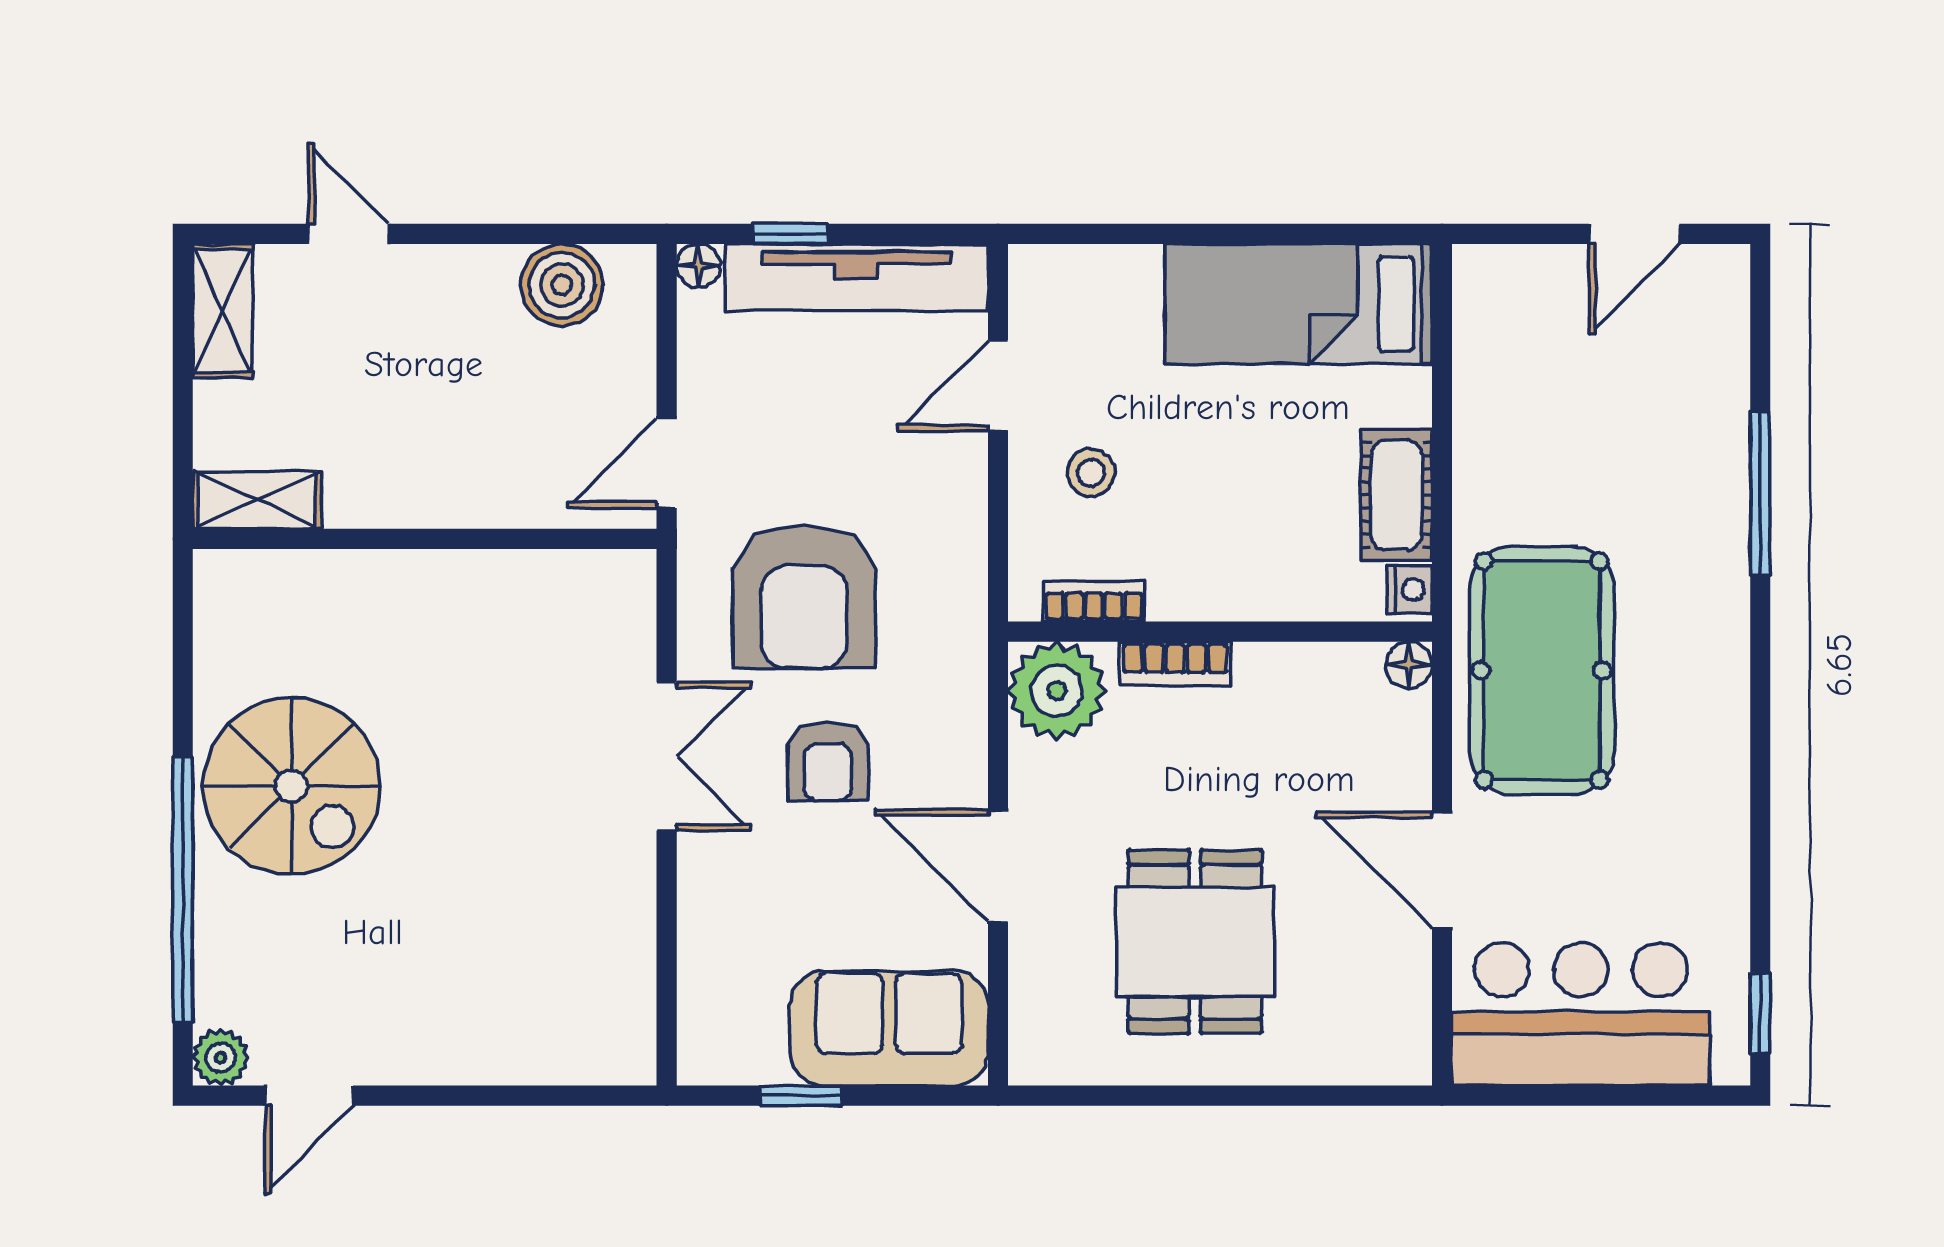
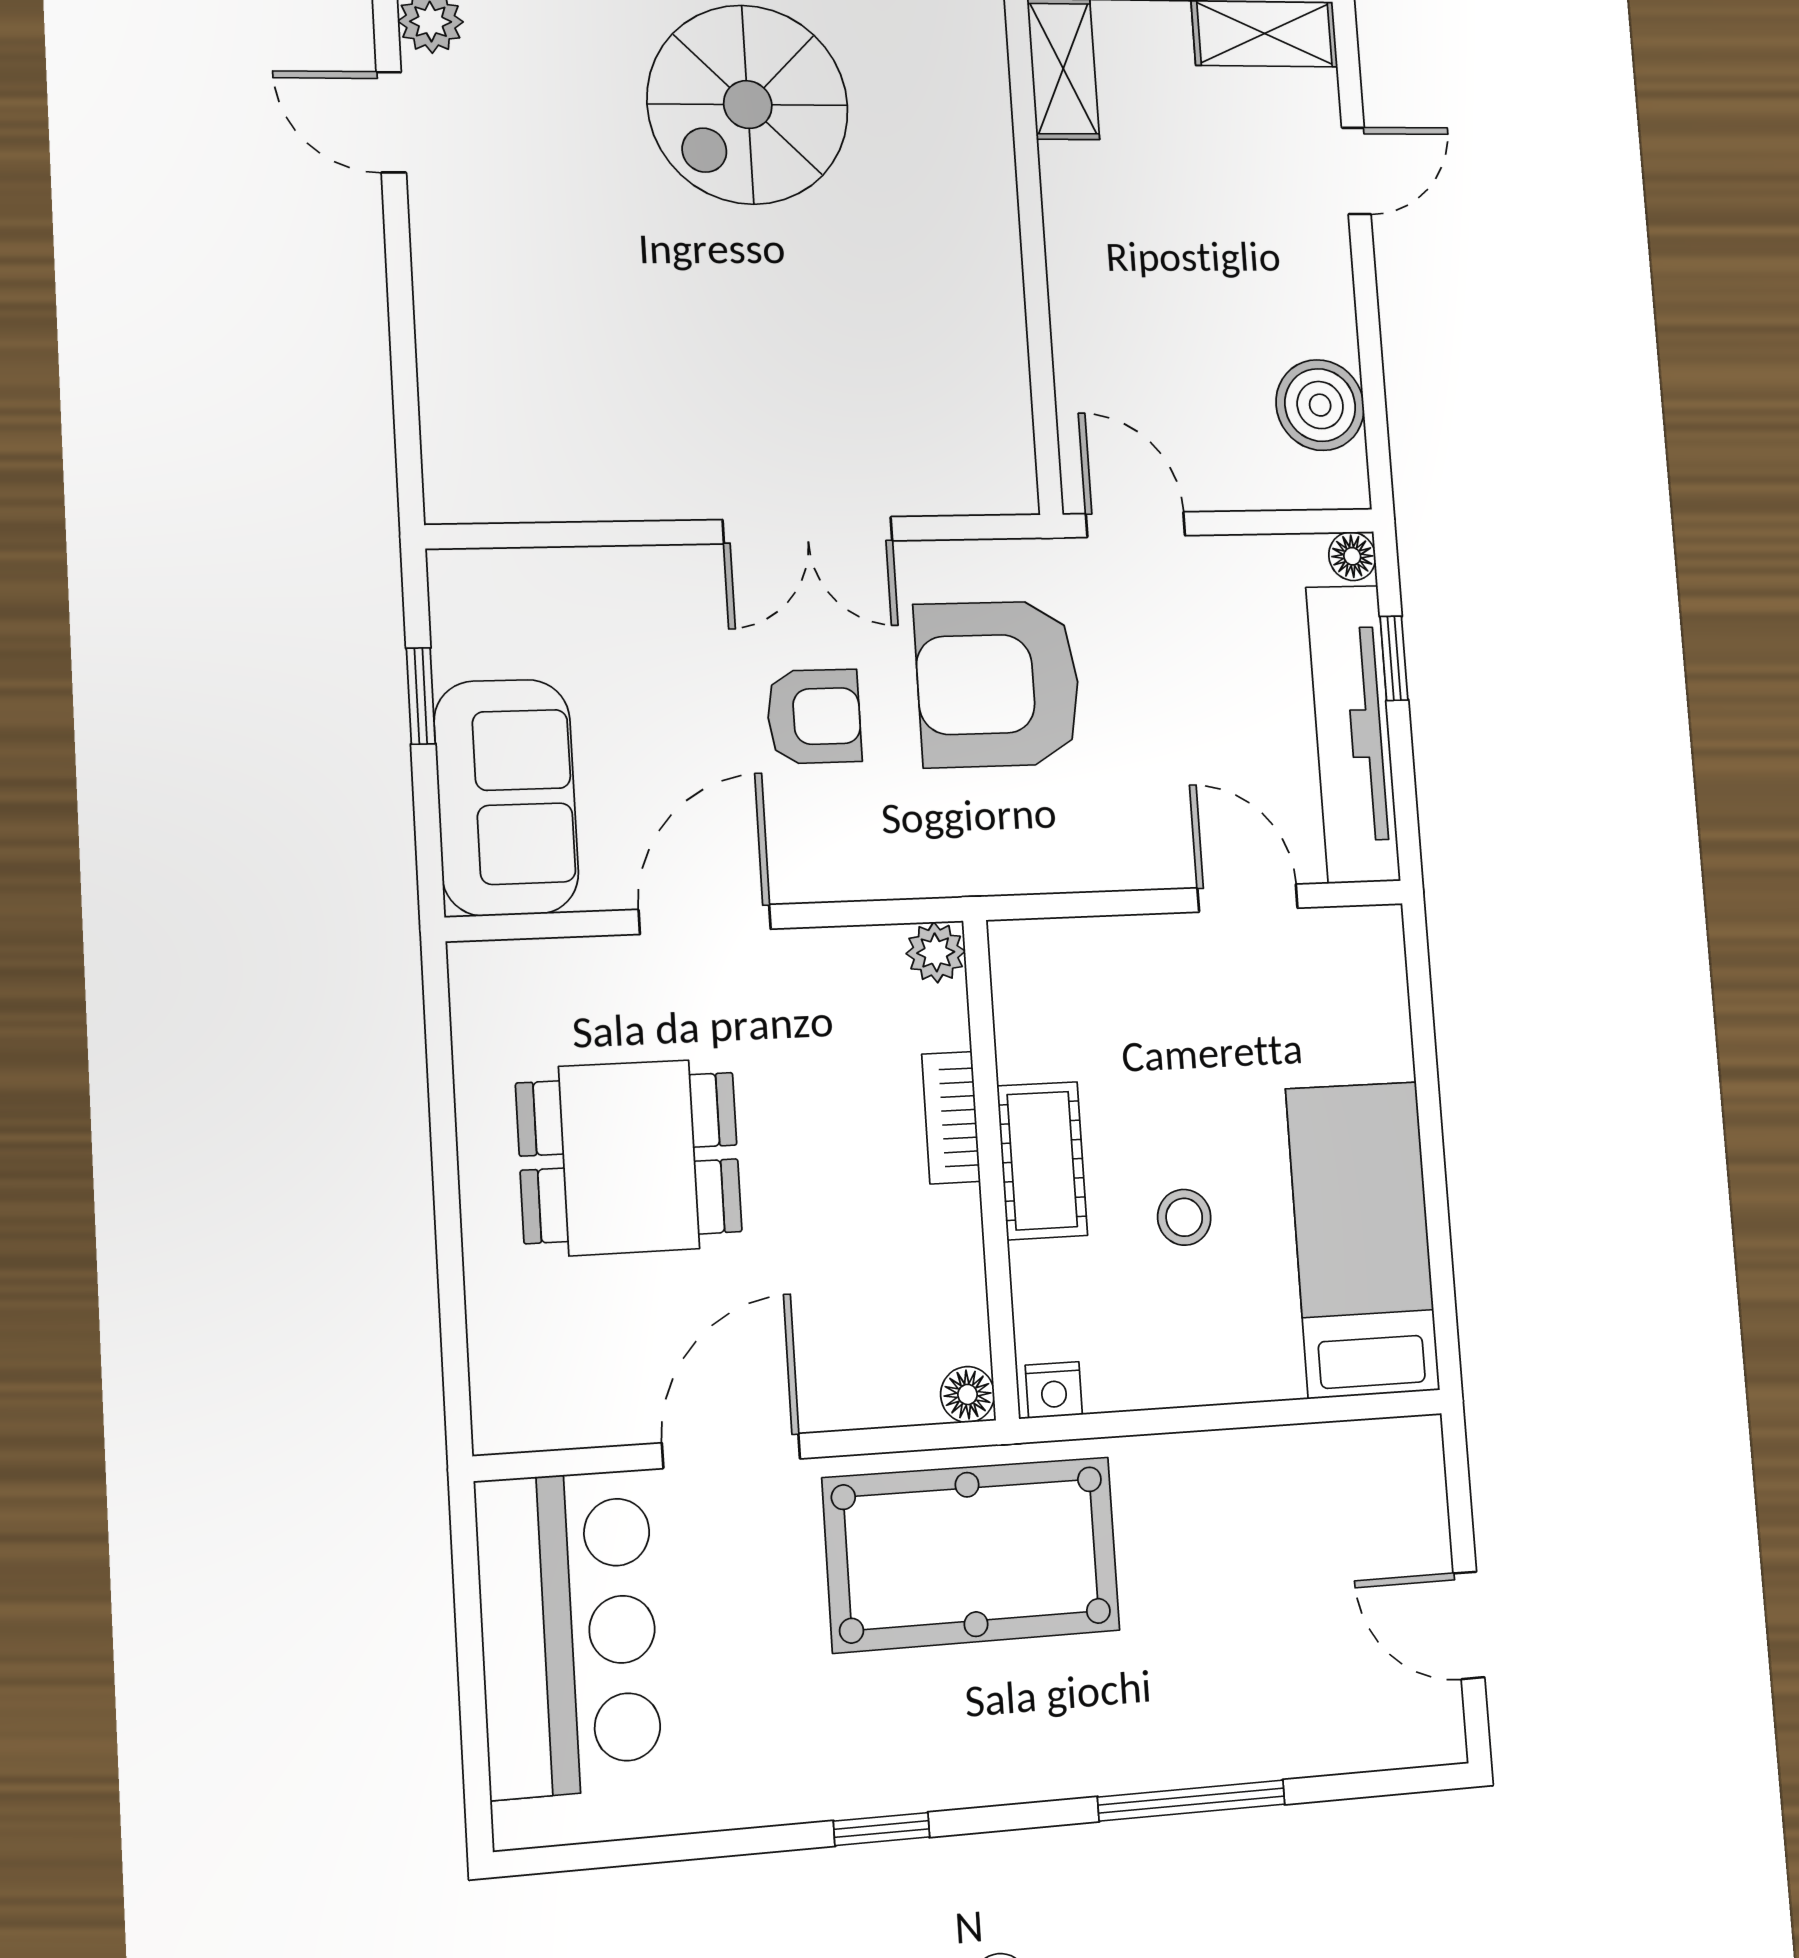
stool: (1091, 473) -> (1184, 1217), moved
cot: (1396, 495) -> (1042, 1161), moved, turned 90
bookcase: (1094, 601) -> (1015, 1019), removed
plant: (1057, 691) -> (936, 952), width x0.53, depth x0.53
armchair: (828, 761) -> (814, 716), turned 180
window: (1760, 1013) -> (882, 1829), moved

